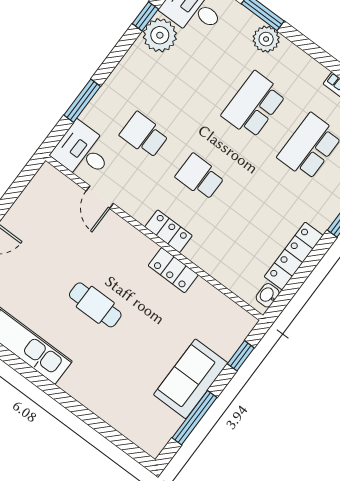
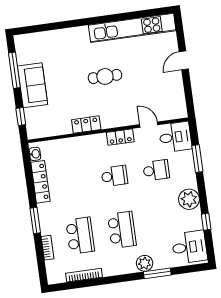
plant: (160, 35) -> (189, 199), moved
locker: (169, 231) -> (120, 137), moved

